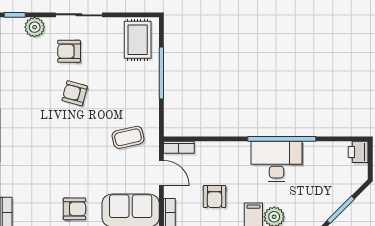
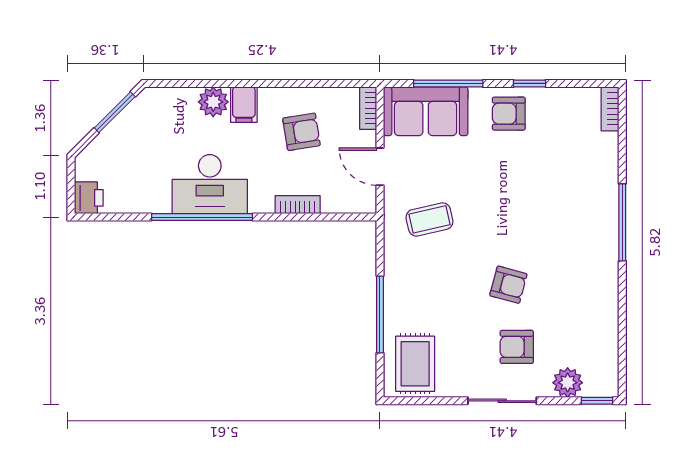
armchair: (69, 51) -> (517, 347), turned 180
bookcase: (179, 147) -> (298, 205), moved
armchair: (214, 197) -> (302, 132), turned 81

